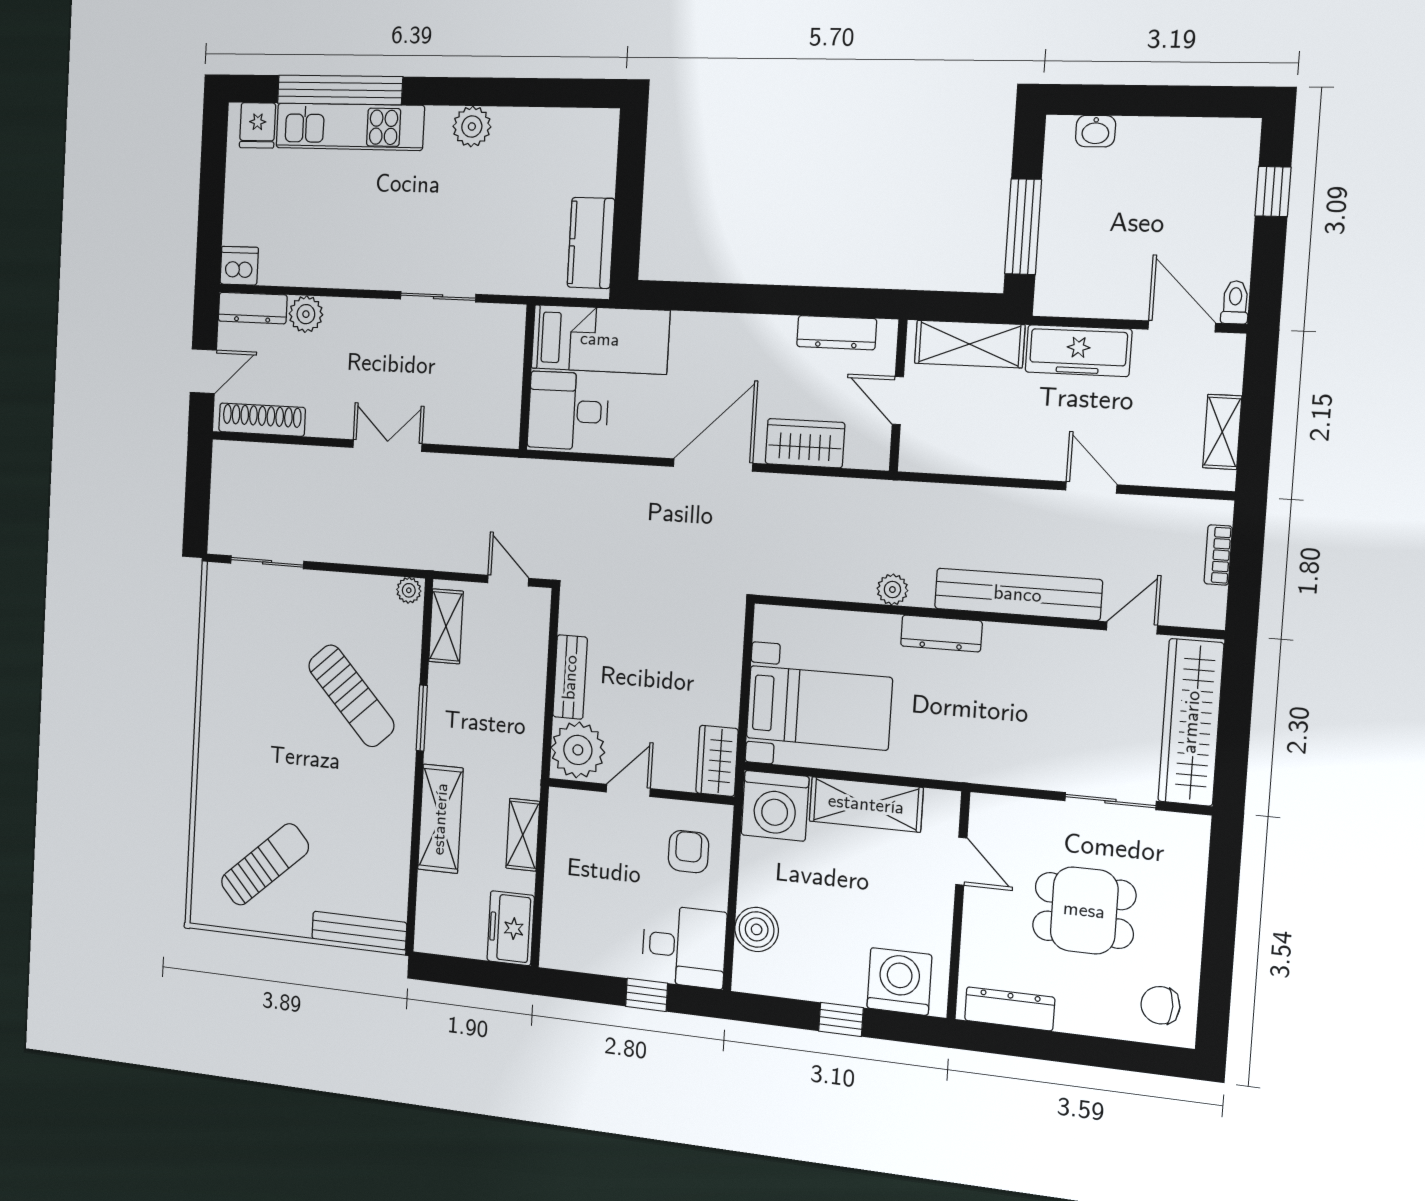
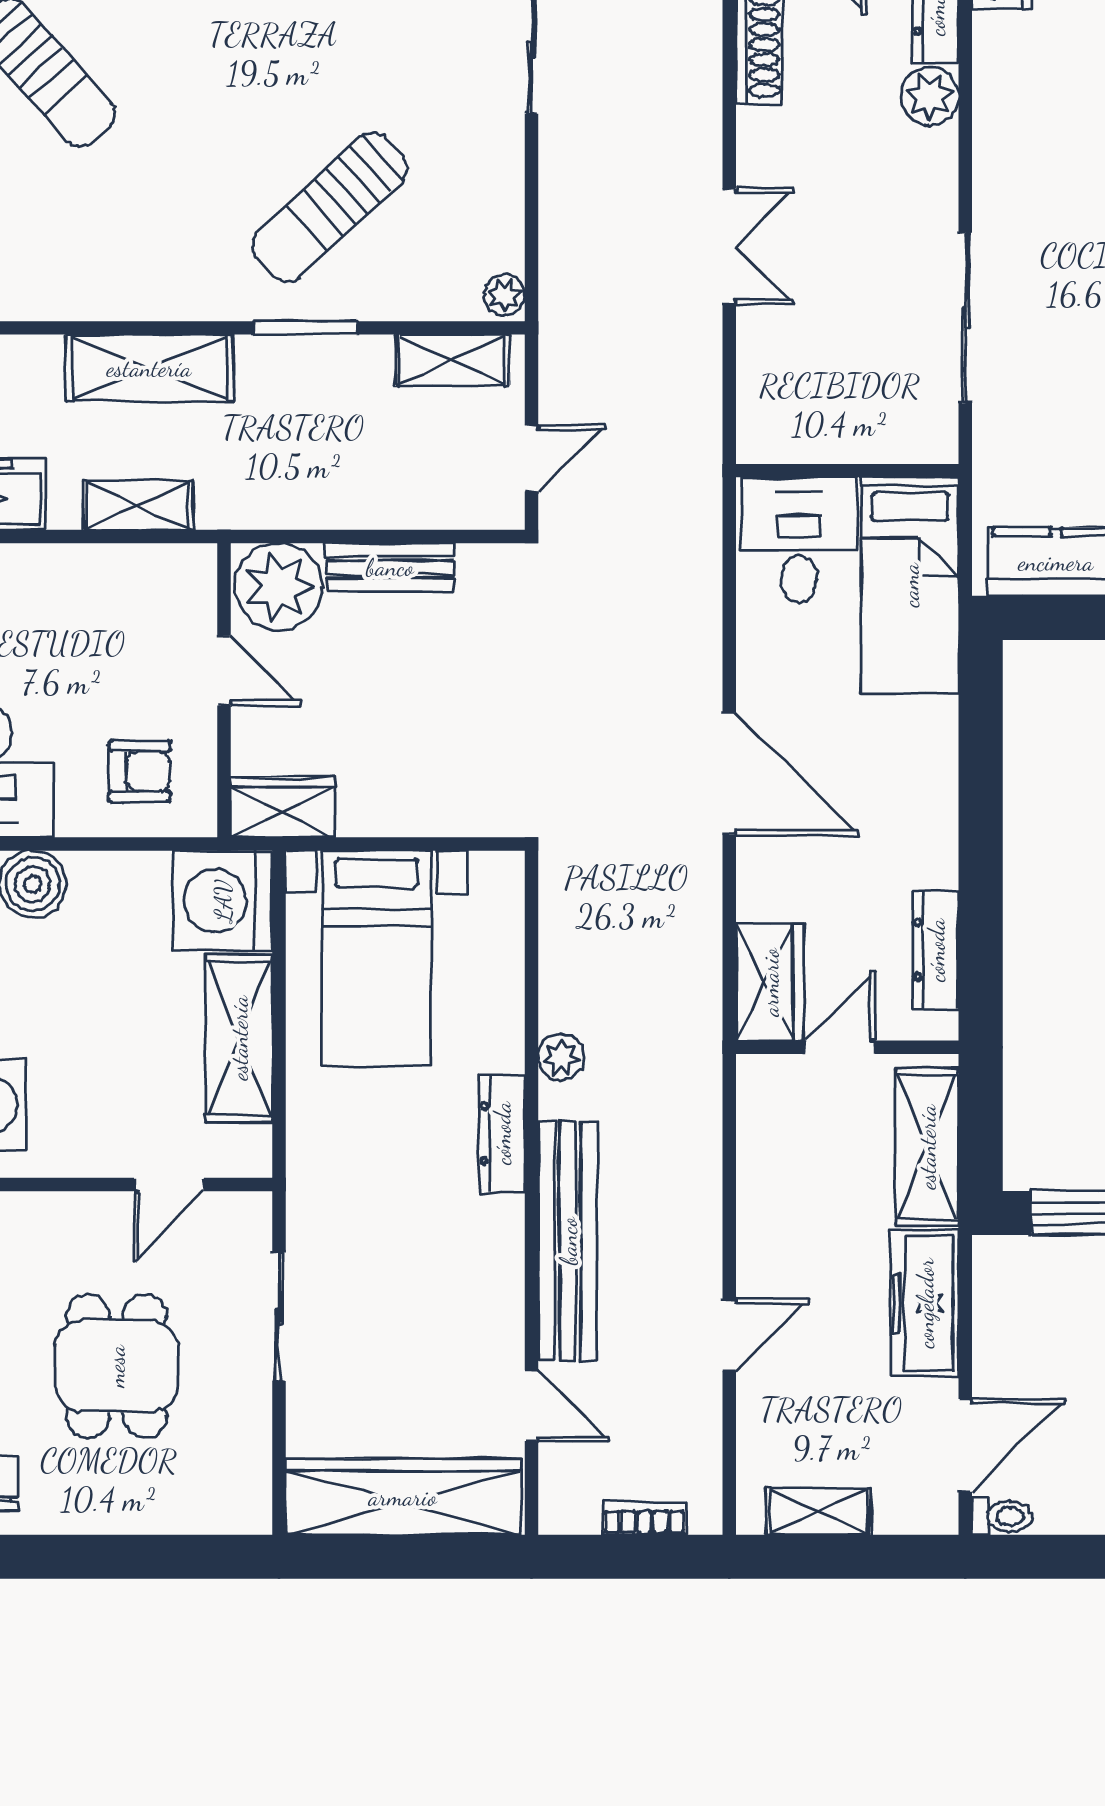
sliding door: (438, 297) -> (965, 318), width x1.37
wardrobe: (805, 443) -> (770, 982), moved
sliding door: (1110, 801) -> (279, 1317), moved

